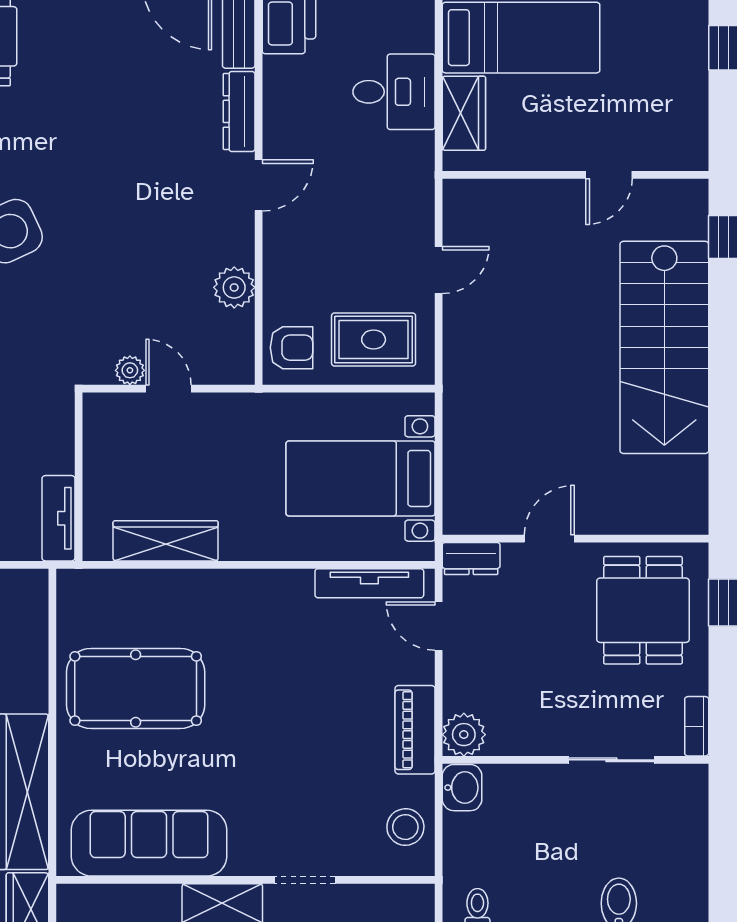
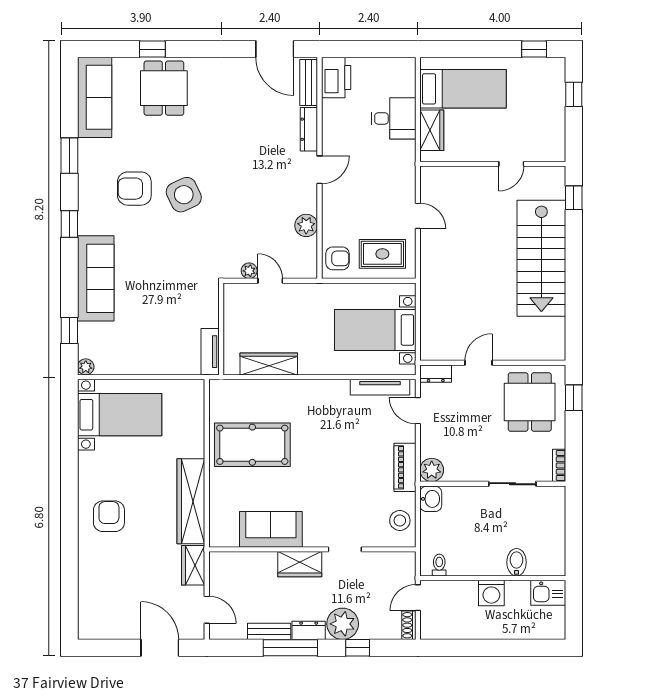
door: (439, 270) -> (418, 216), hinge flipped
sofa: (149, 843) -> (271, 529), width x0.73

